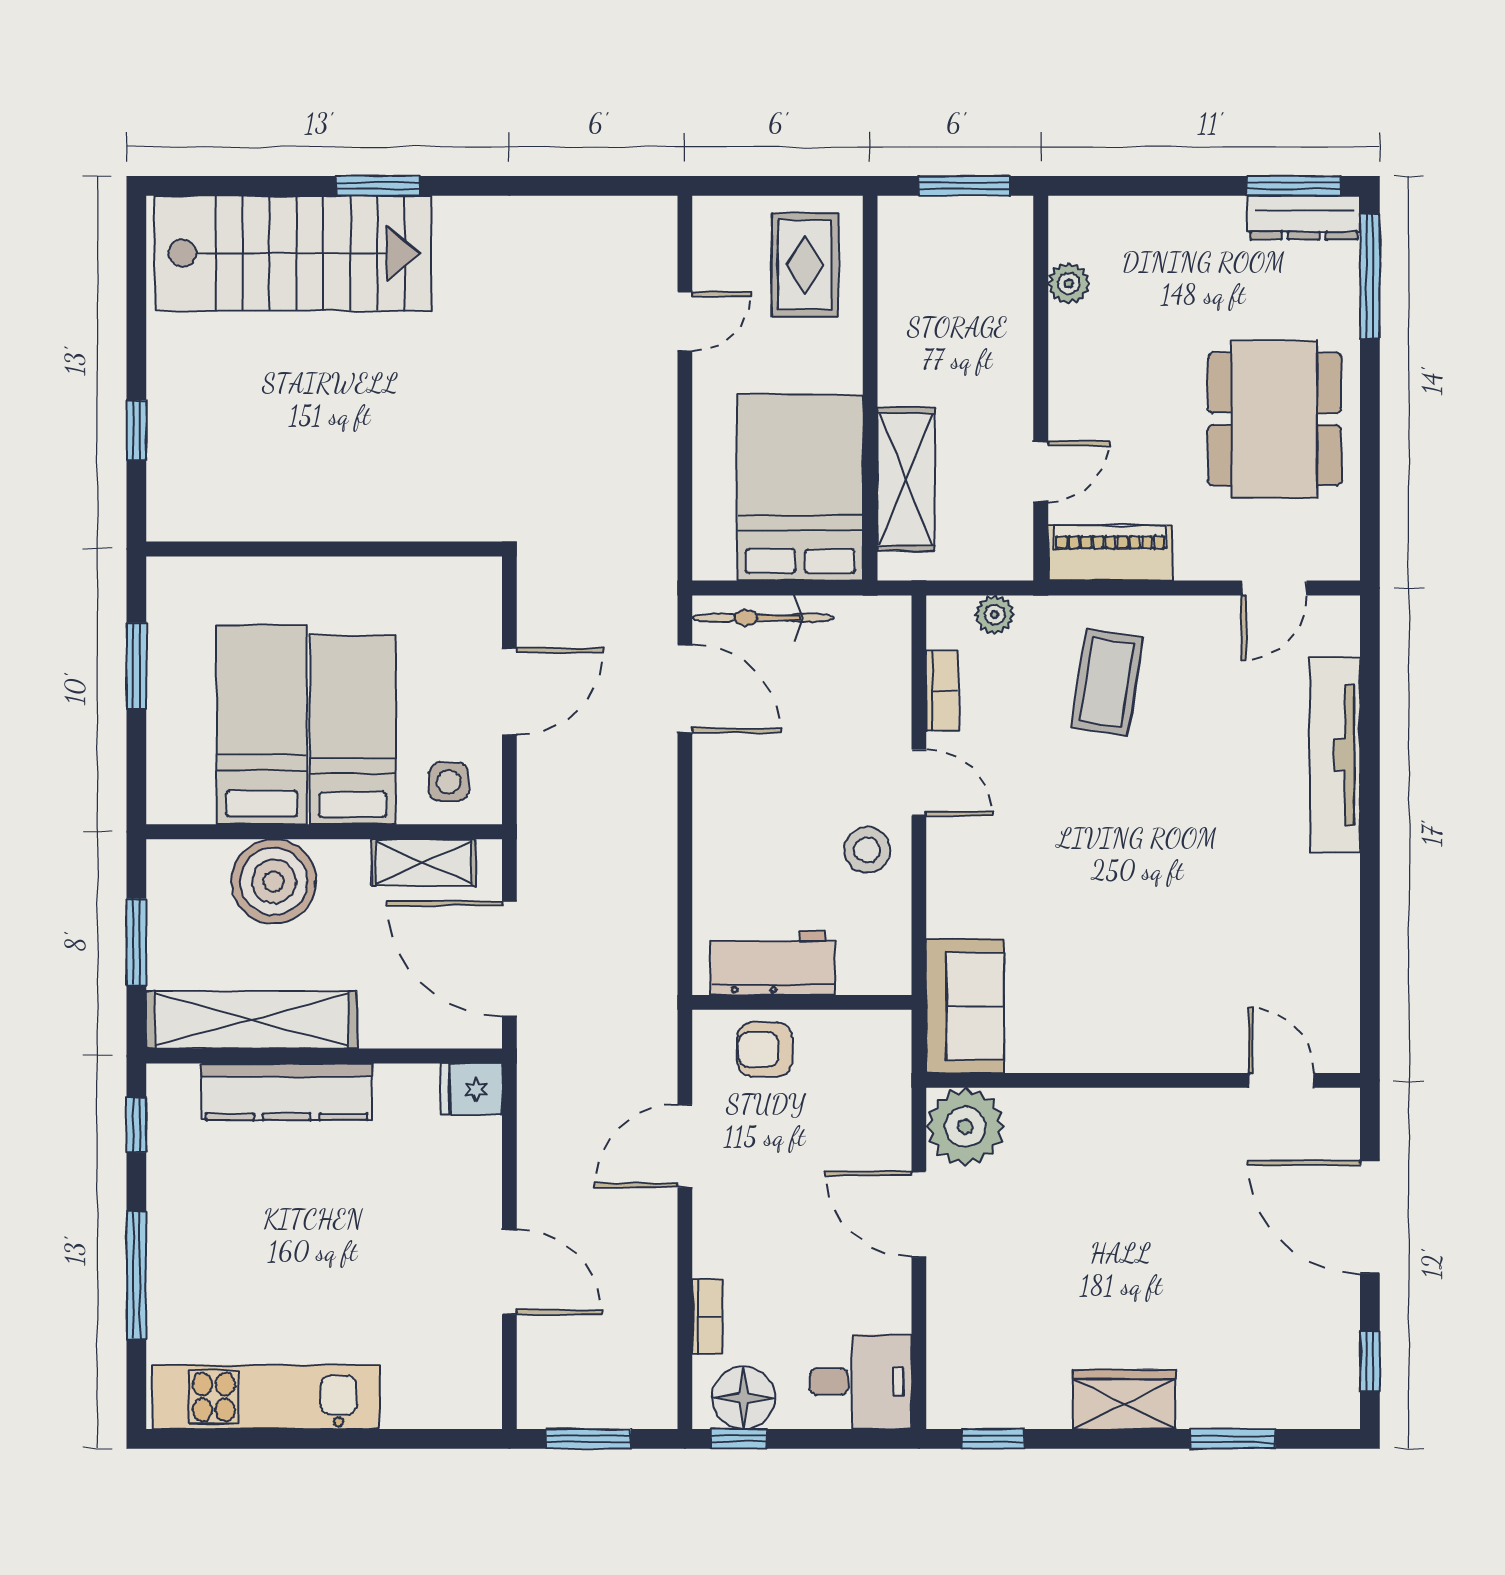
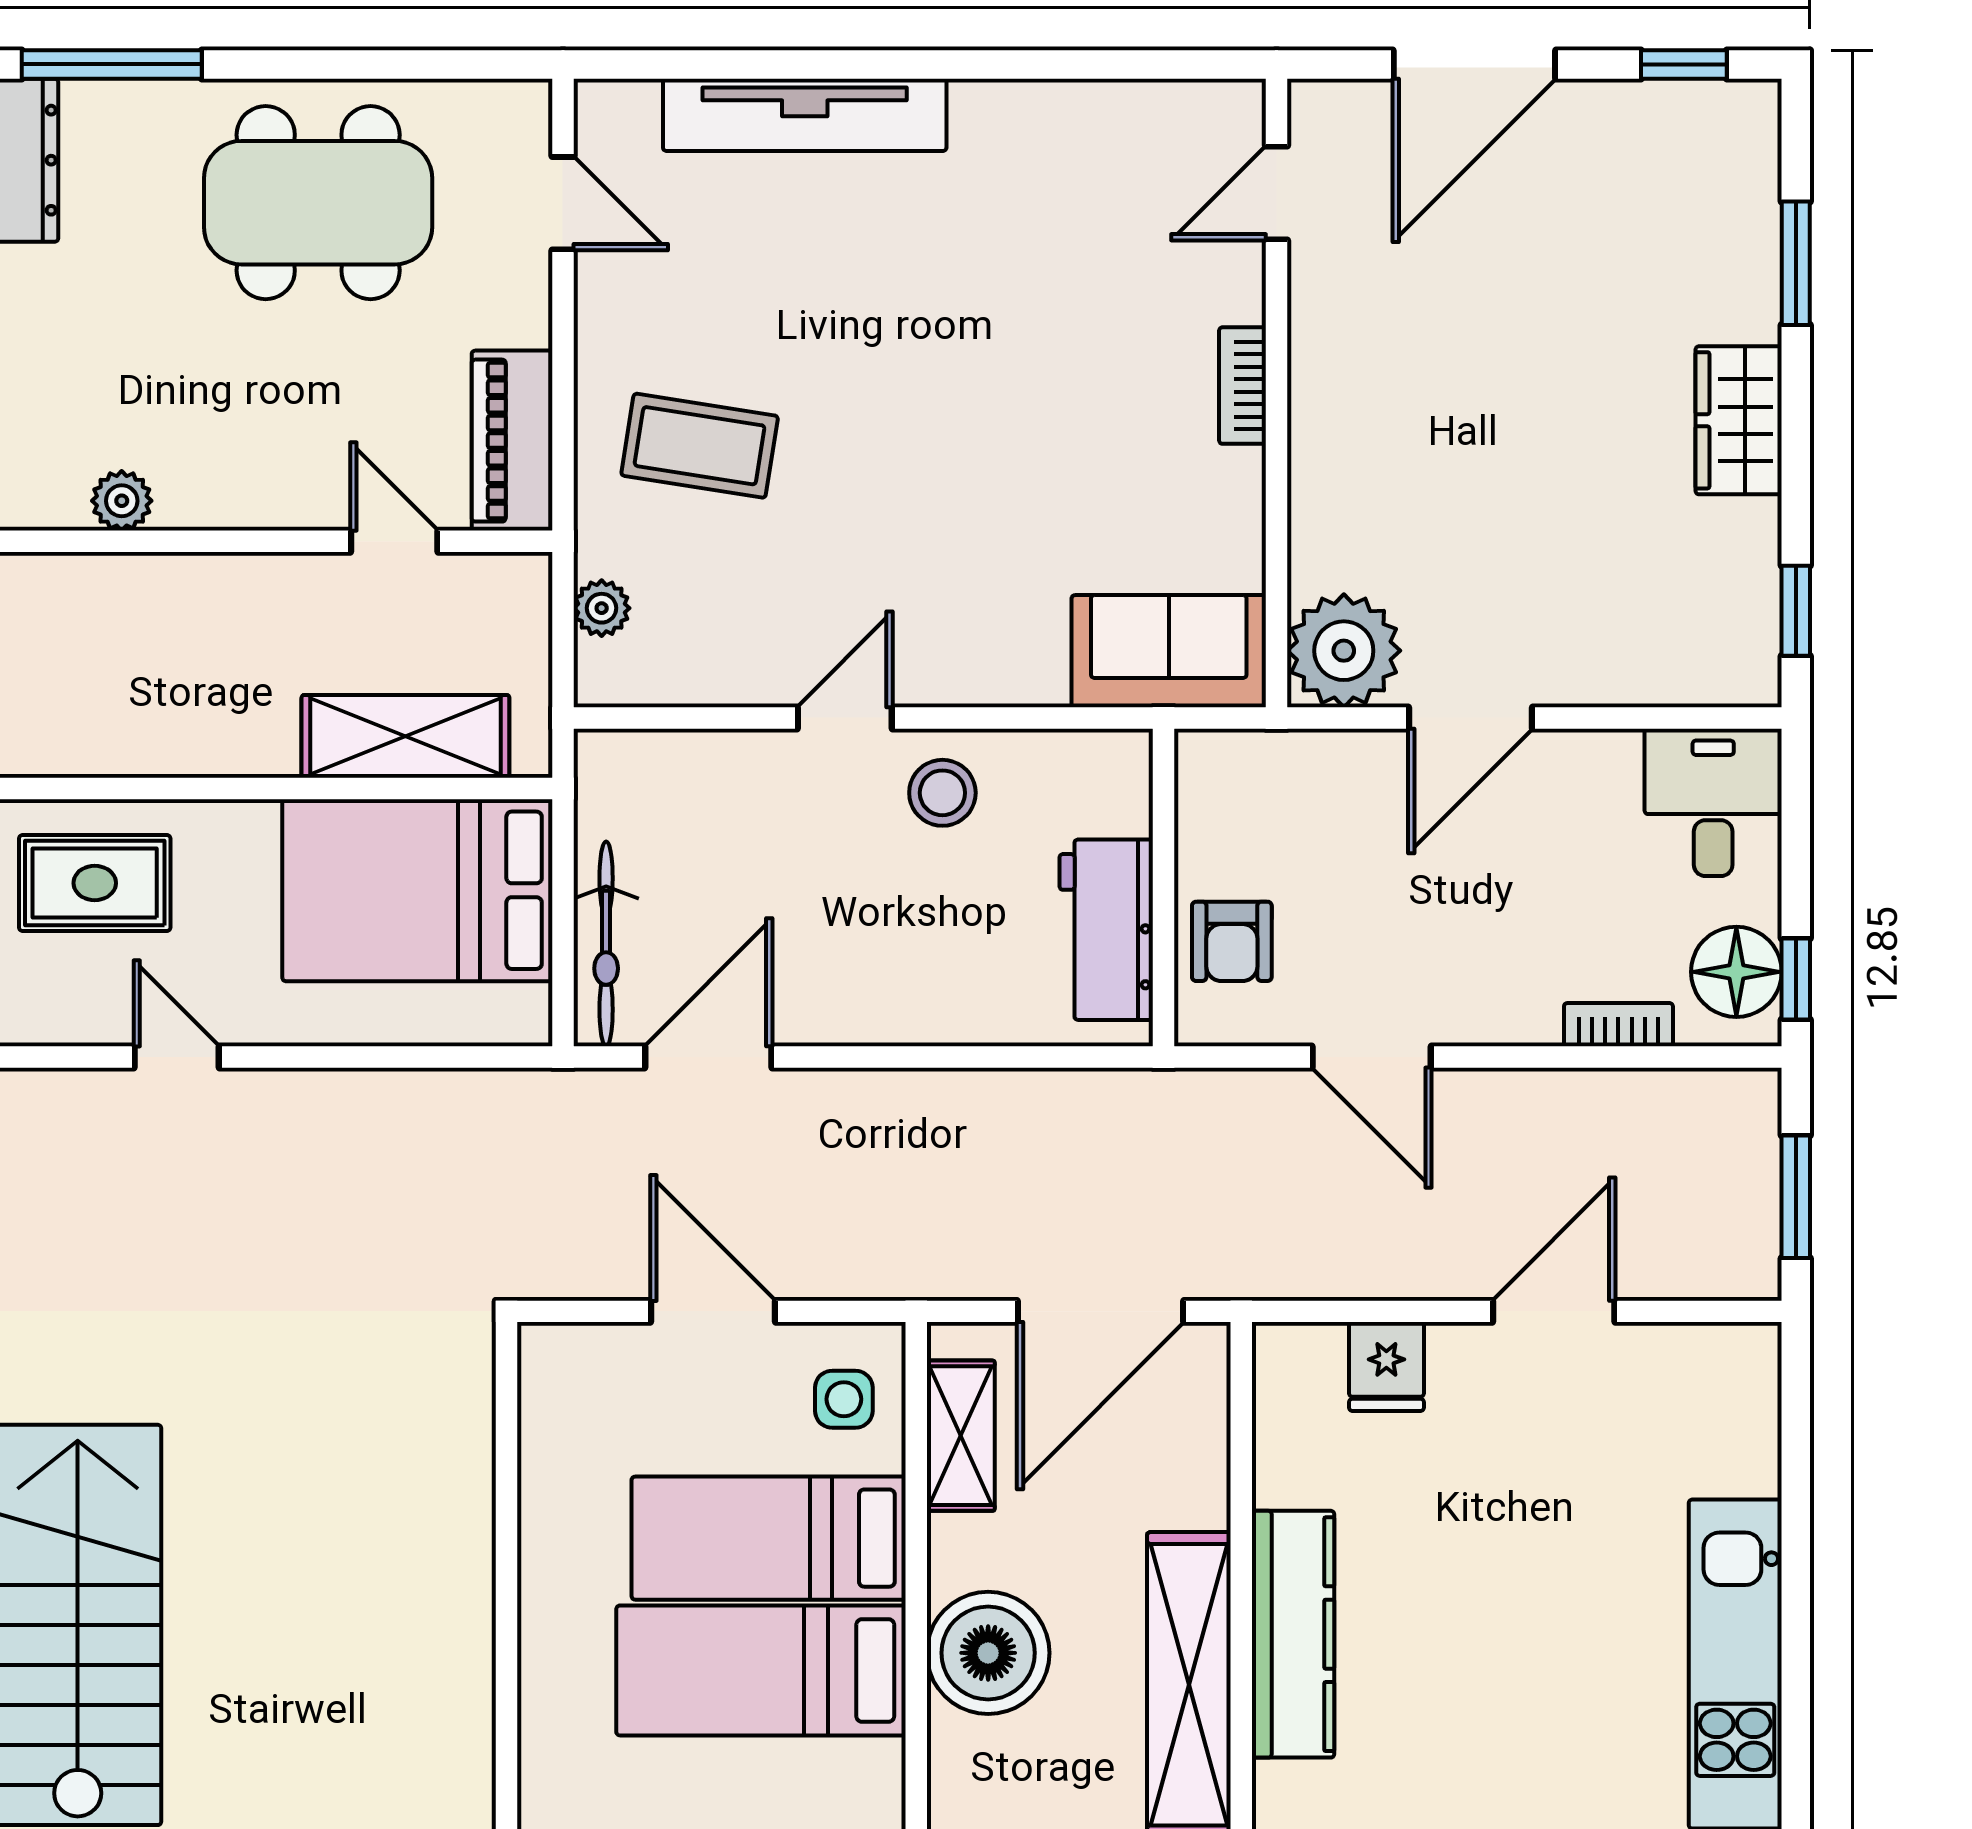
bookcase: (942, 690) -> (1243, 386), moved, turned -90
fridge: (471, 1089) -> (1386, 1367), moved

